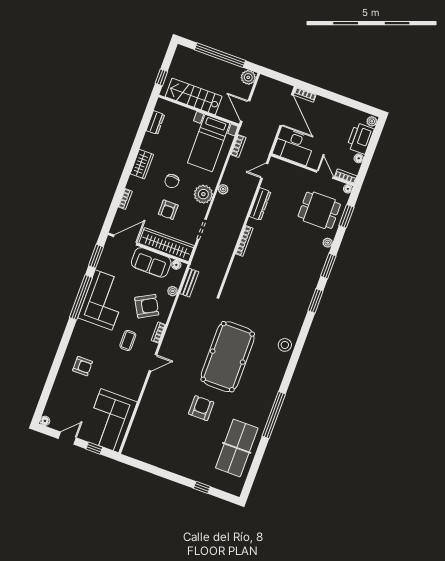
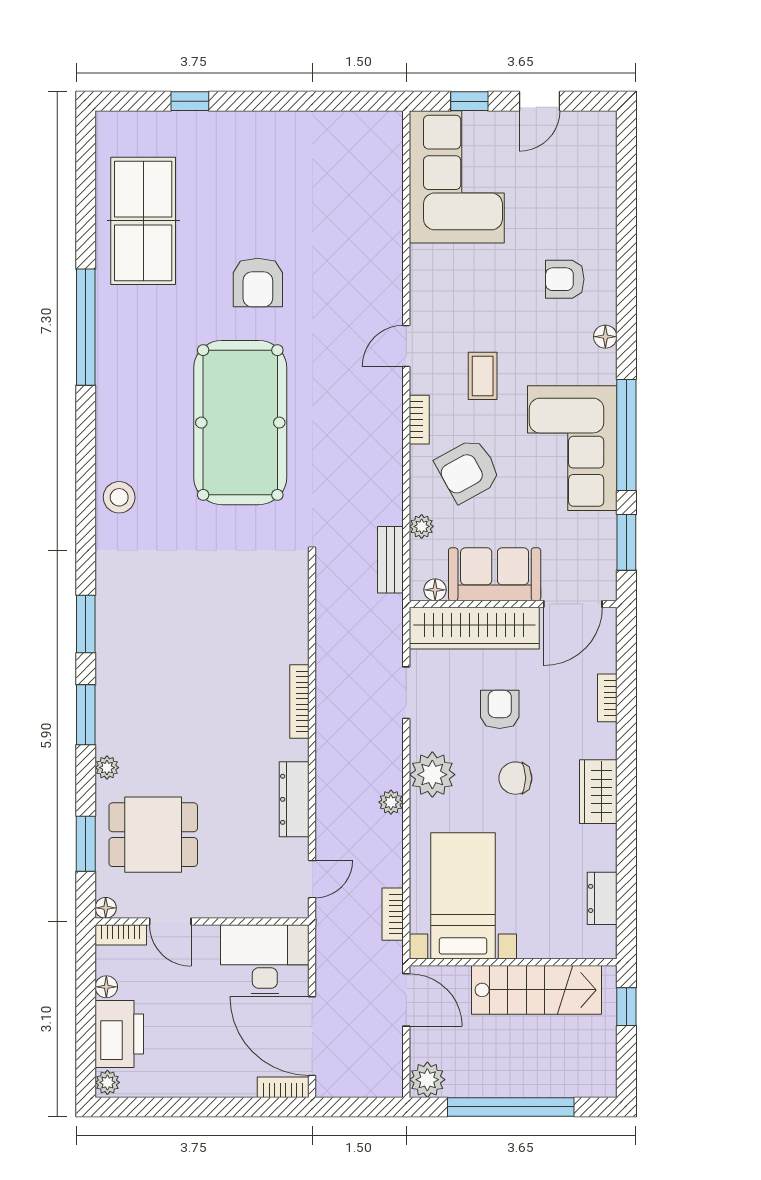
chair: (172, 181) -> (515, 778), turned -90
floor lamp: (45, 421) -> (605, 337), moved

